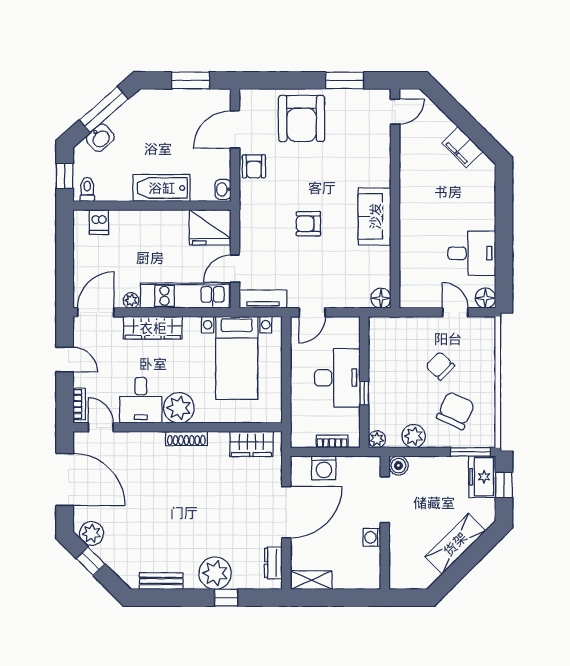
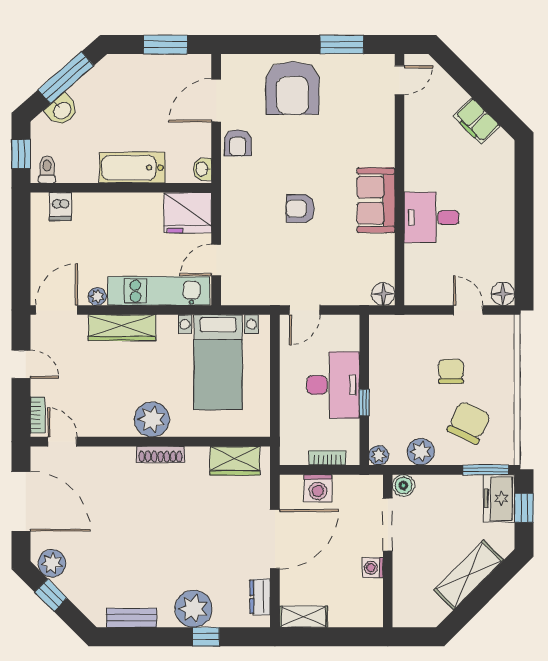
desk: (472, 253) -> (431, 218), moved, turned 180
tv unit: (263, 299) -> (248, 295), removed
chair: (440, 366) -> (451, 371), turned 46
desk: (141, 400) -> (108, 411), removed

